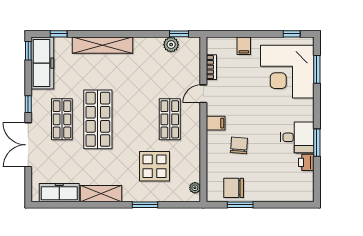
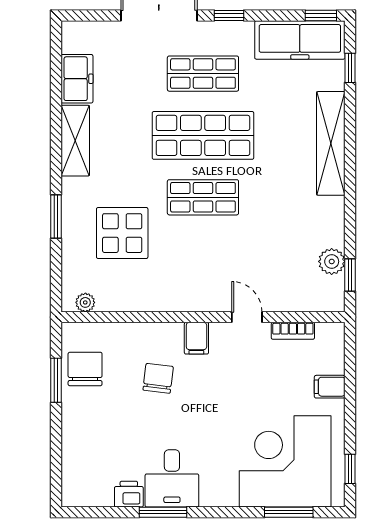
shop shelf: (170, 119) -> (203, 197), moved
chair: (239, 145) -> (158, 378), turned -87
freezer: (59, 193) -> (77, 79), width x0.71

